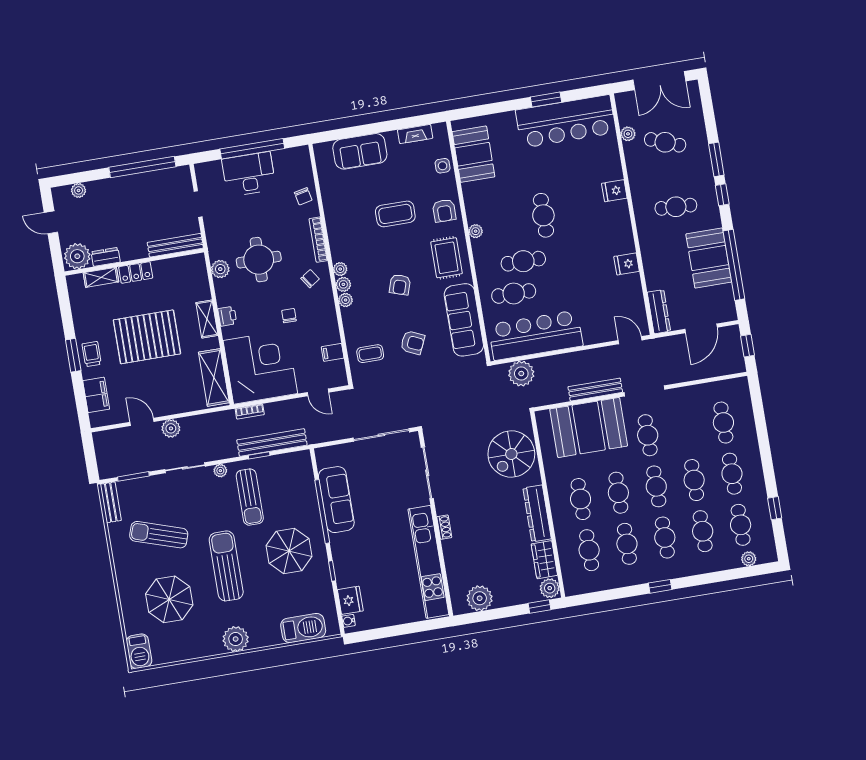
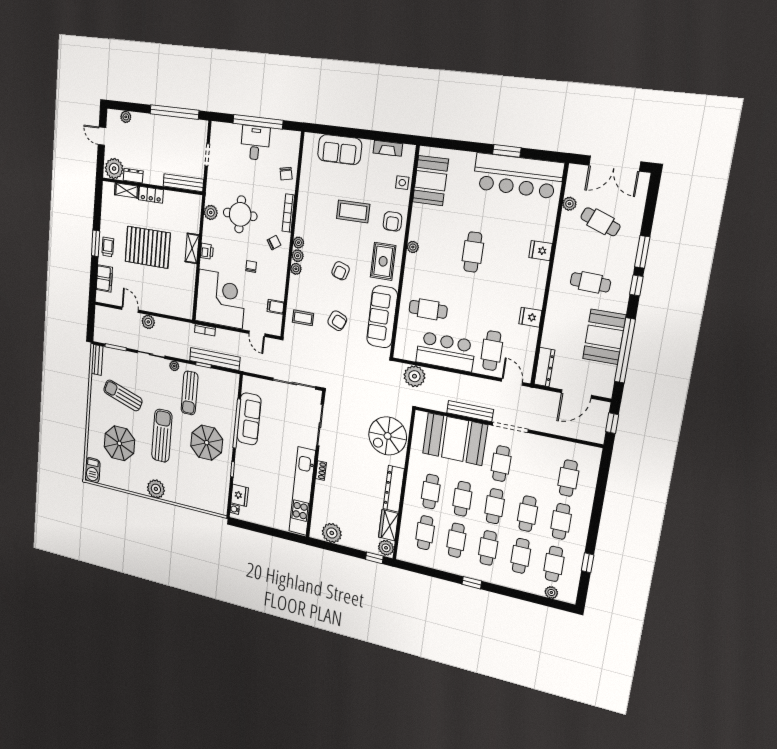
desk: (249, 174) -> (255, 143), width x0.73
cafe table: (523, 261) -> (492, 351), moved, turned 90
bar counter: (536, 335) -> (446, 352), width x0.73
shelving: (214, 377) -> (186, 295), removed
barbecue: (303, 628) -> (202, 501), removed

